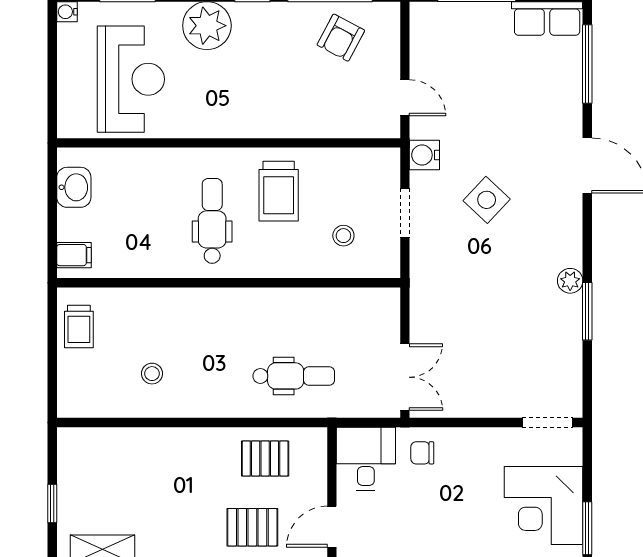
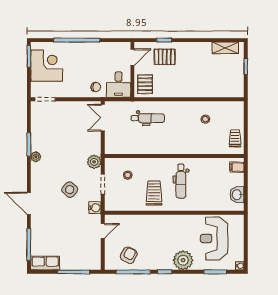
door: (405, 98) -> (103, 231), swing flipped
plant: (426, 268) -> (94, 162), added
dental chair: (294, 376) -> (148, 118), turned 180
pallet: (265, 458) -> (145, 84), moved, turned 90

